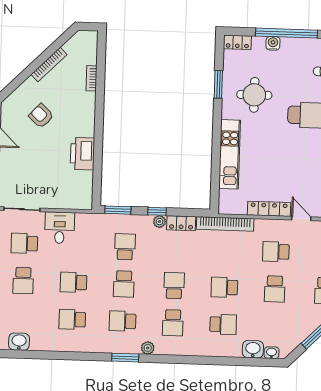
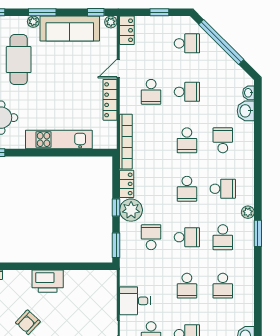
printer: (82, 154) -> (48, 281), moved
plant: (159, 222) -> (131, 210), width x1.87, depth x1.87
school desk: (125, 247) -> (151, 237), turned 90
school desk: (174, 286) -> (187, 189), turned -90

